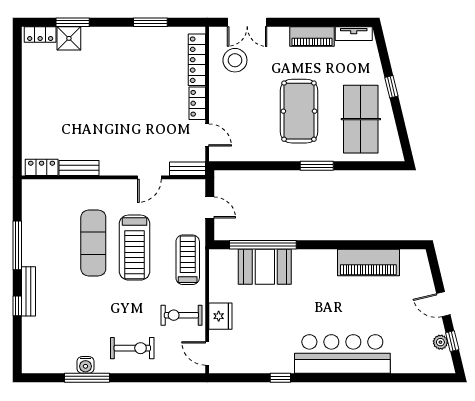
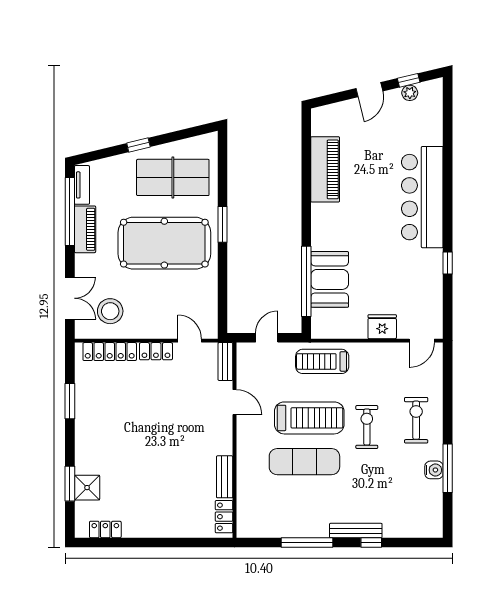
window: (329, 22) -> (70, 211), added
locker: (40, 35) -> (105, 529), moved, turned -90
pool table: (299, 111) -> (164, 243), width x1.36, depth x1.32
door: (207, 135) -> (190, 341), hinge flipped
exercise bike: (181, 315) -> (367, 427), moved, turned 180

